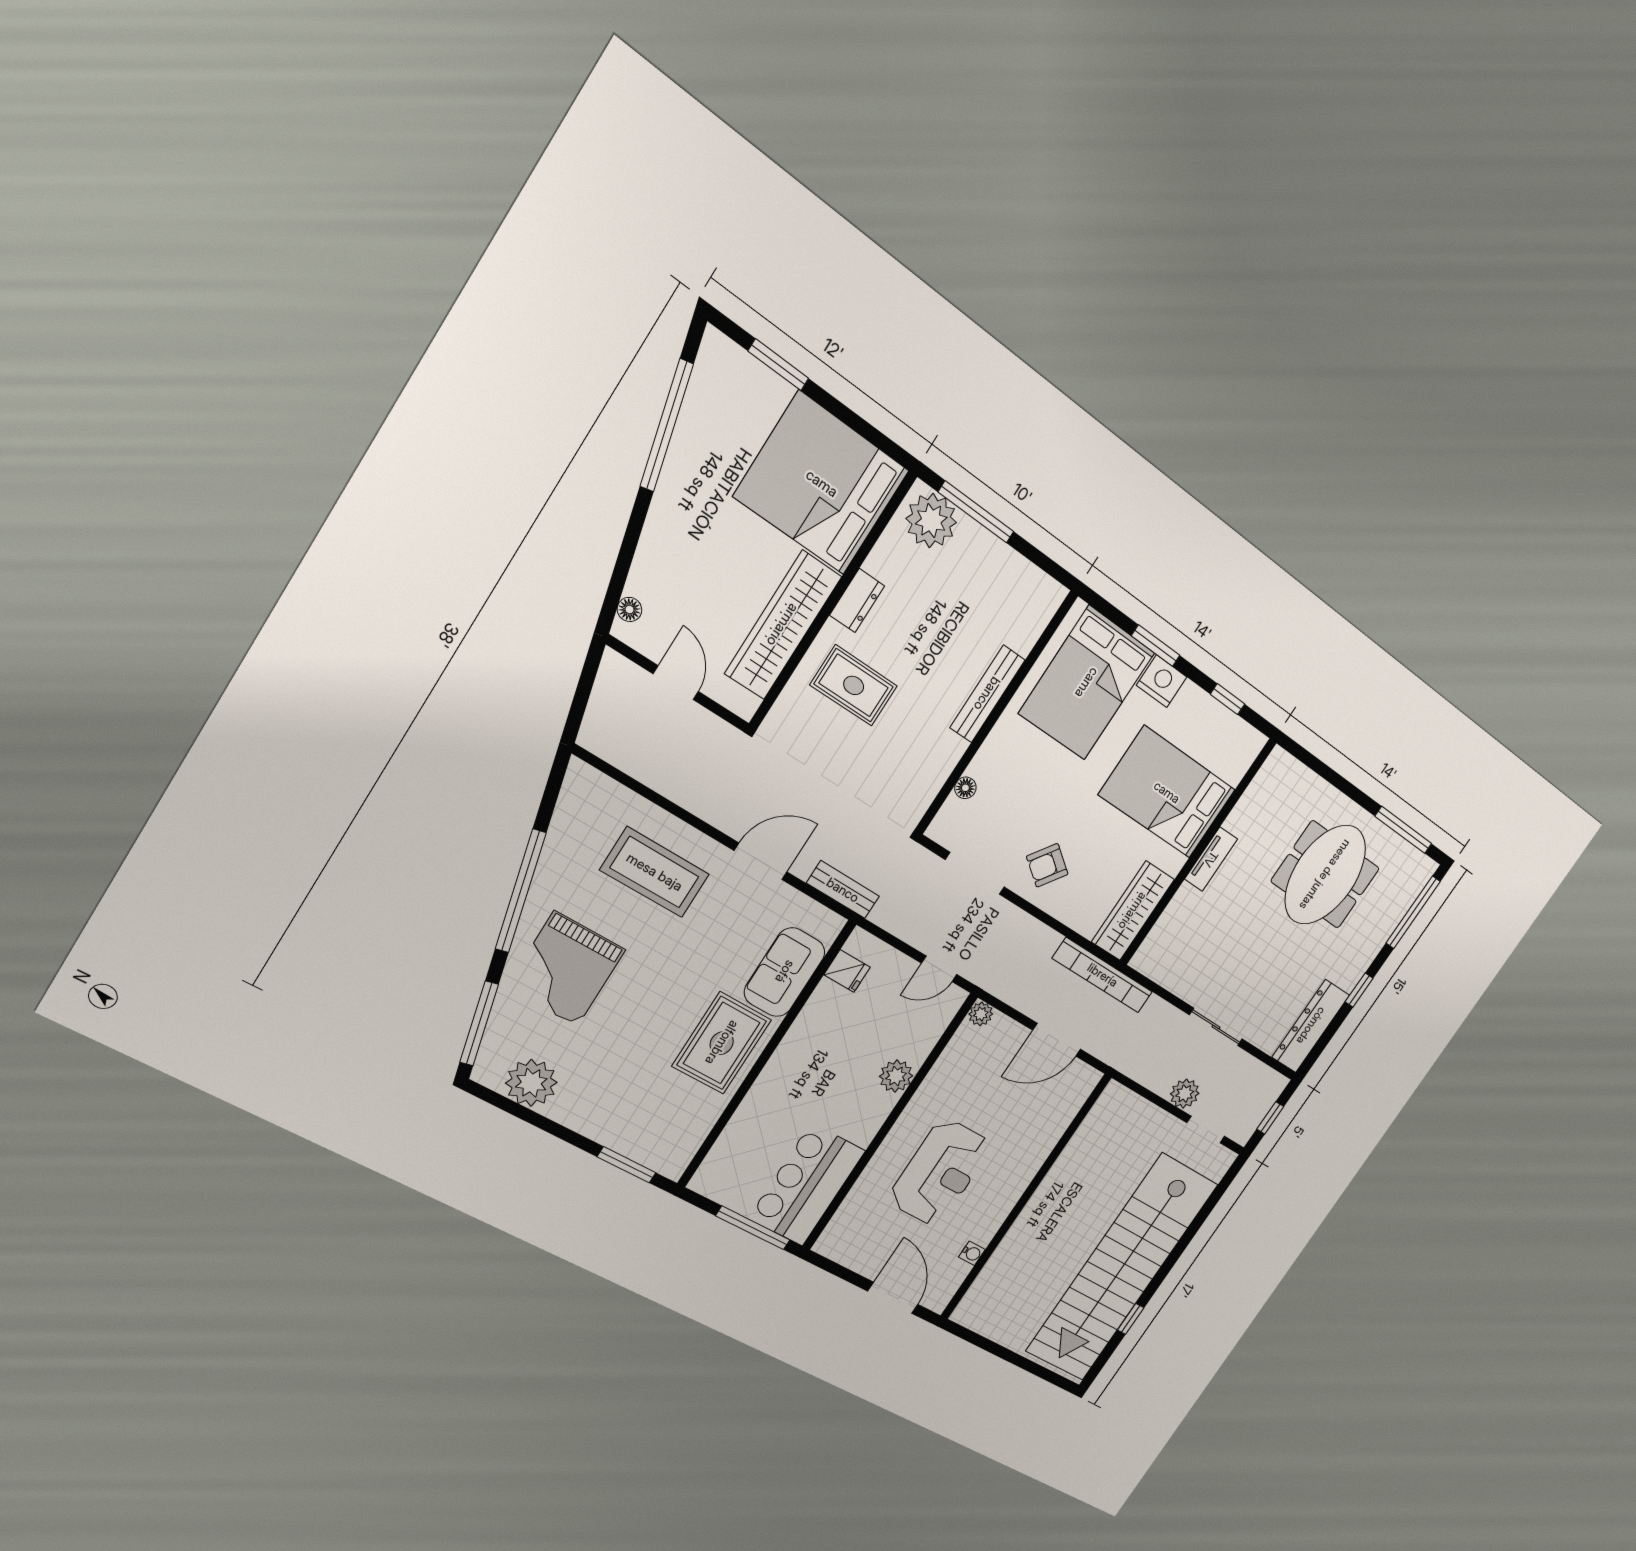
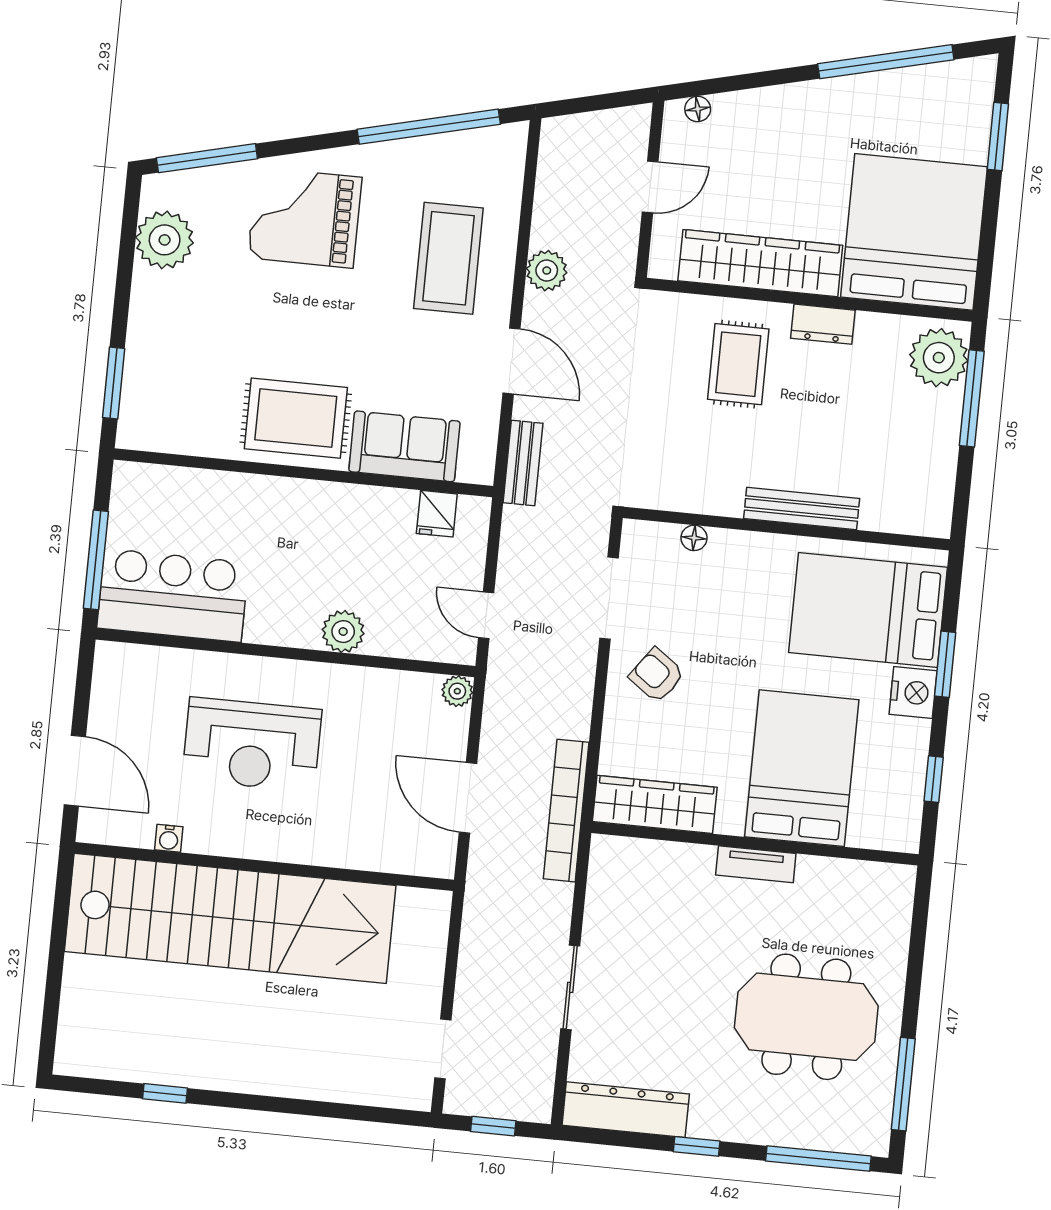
window: (521, 891) -> (429, 127), moved
plant: (1185, 1094) -> (547, 271), moved
stairs: (1122, 1268) -> (230, 918), moved, turned 180
door: (893, 1298) -> (75, 771), hinge flipped

